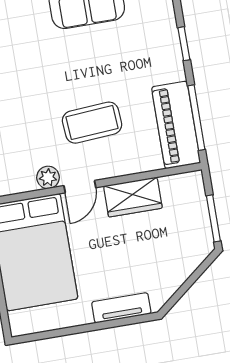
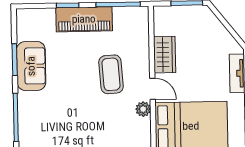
piano: (176, 125) -> (84, 19), moved

